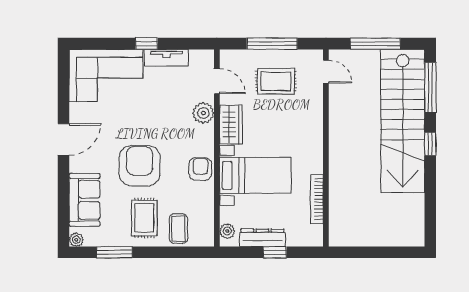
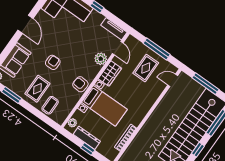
tv unit: (166, 58) -> (114, 29), moved
door: (326, 72) -> (173, 80), swing flipped
rug: (276, 81) -> (146, 68), turned 90
door: (64, 139) -> (26, 24), hinge flipped
armchair: (140, 166) -> (53, 62), width x0.53, depth x0.53
armchair: (200, 169) -> (80, 84), turned -87

